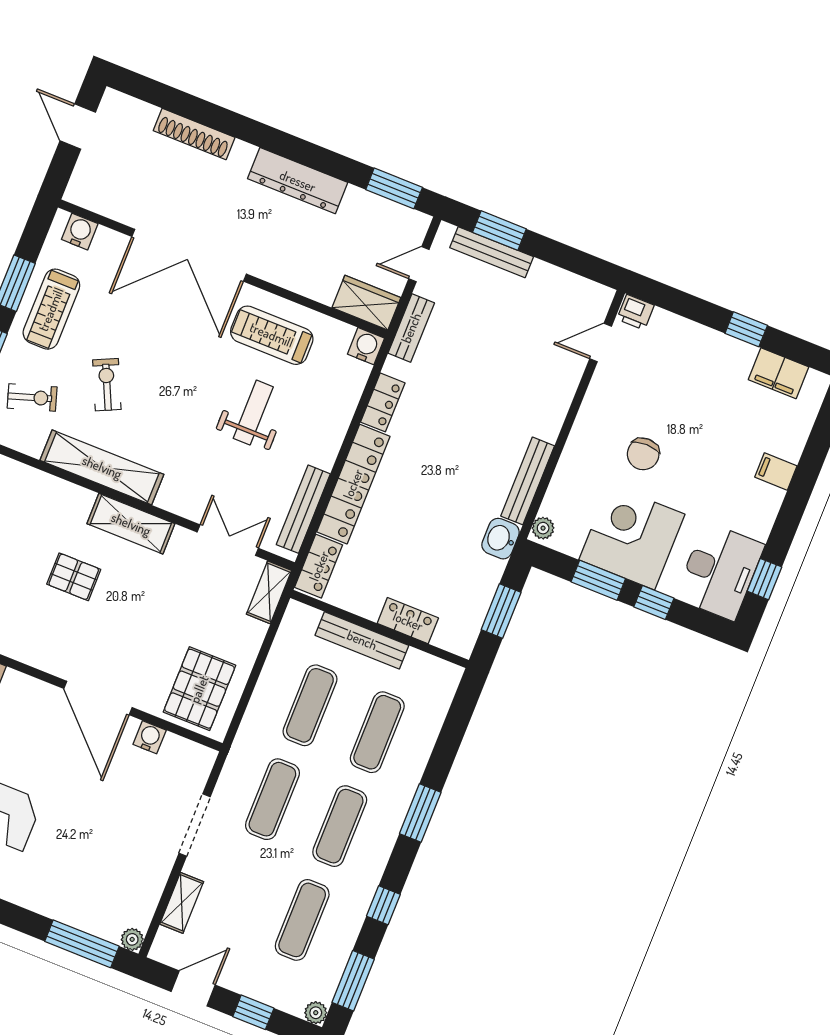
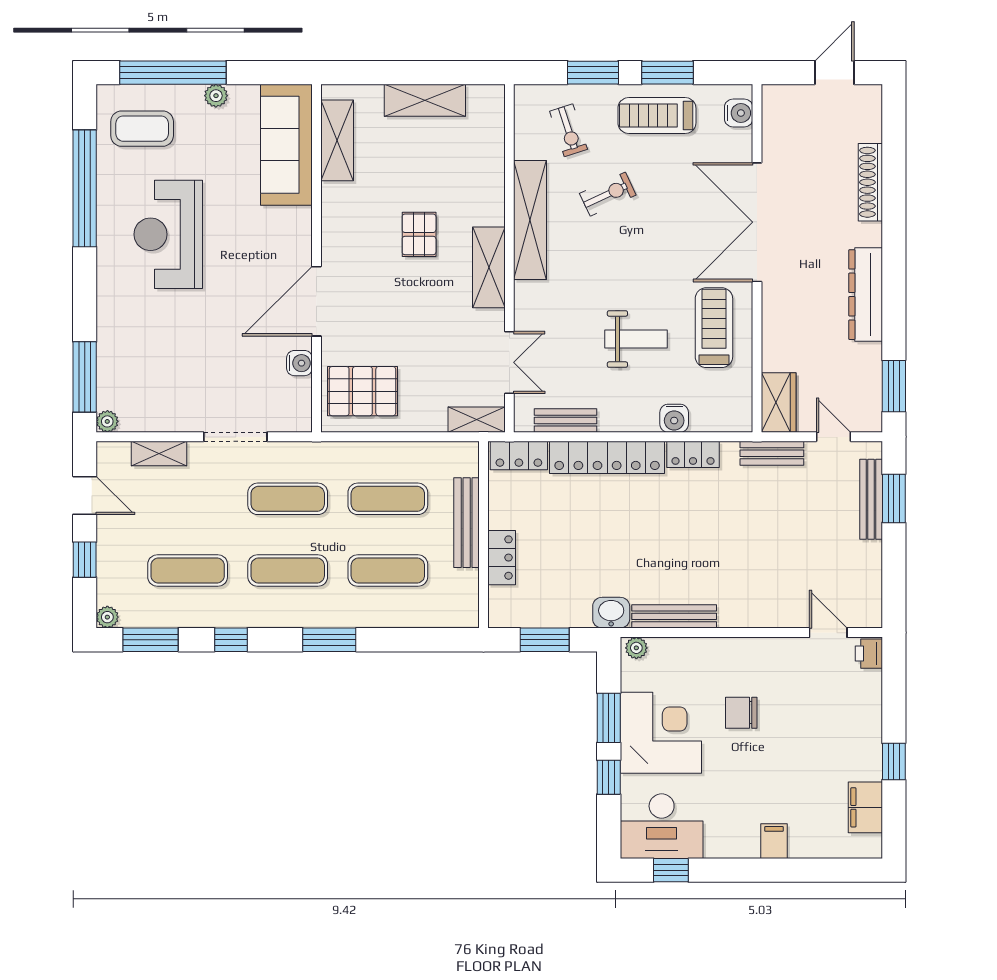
water cooler: (366, 346) -> (674, 418), moved, turned 90
bench: (303, 509) -> (566, 421), width x0.73

